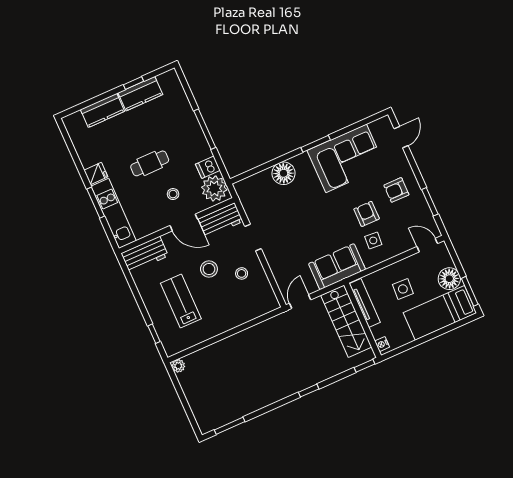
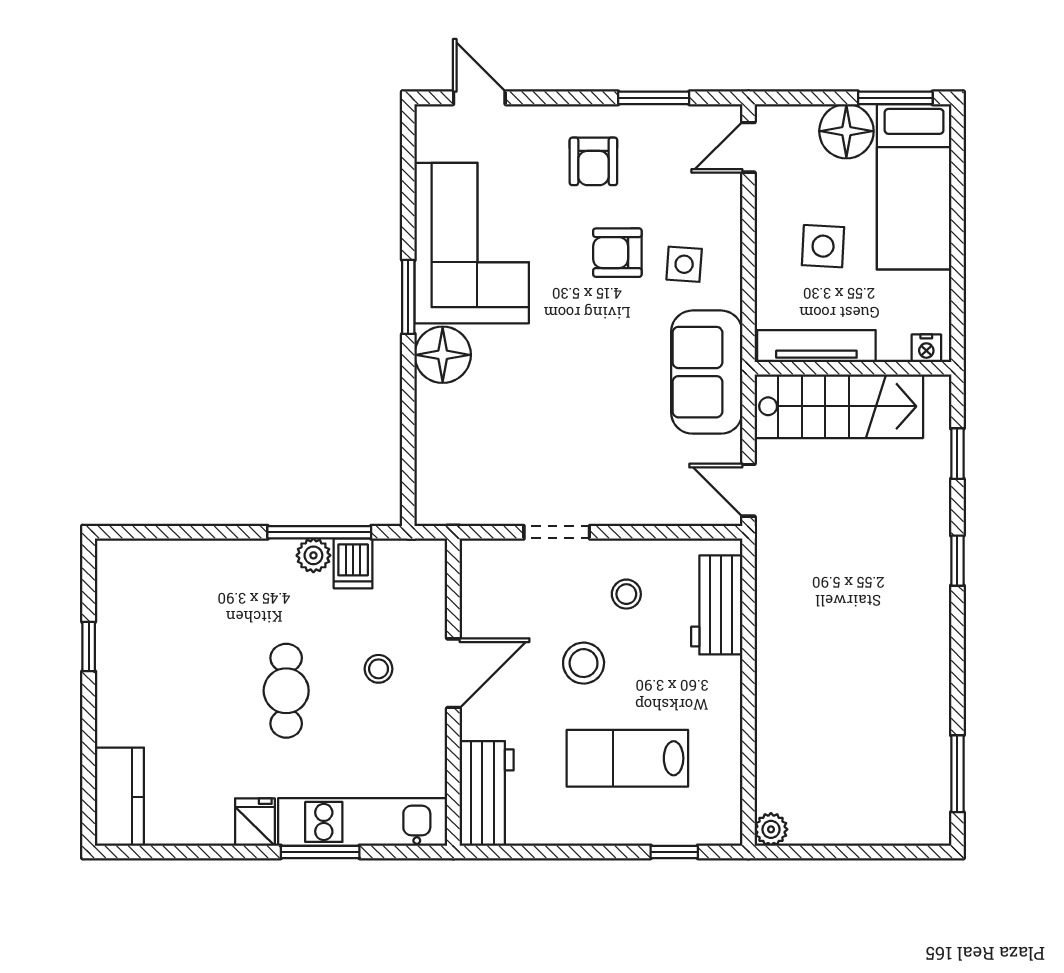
kitchen counter: (140, 94) -> (120, 642), removed
kitchen counter: (102, 110) -> (119, 797), moved
window: (205, 129) -> (319, 532), moved
floor lamp: (284, 173) -> (443, 355), moved
plant: (214, 189) -> (313, 555), moved, width x0.53, depth x0.53
workbench: (221, 220) -> (717, 605), moved, turned 180
window: (365, 366) -> (957, 454), moved

